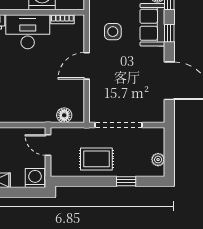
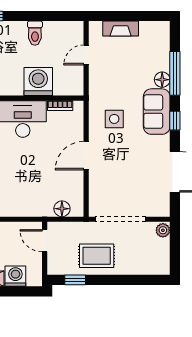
plant: (158, 160) -> (163, 230), moved
washing machine: (35, 178) -> (15, 276), moved
window: (126, 181) -> (75, 280), moved

